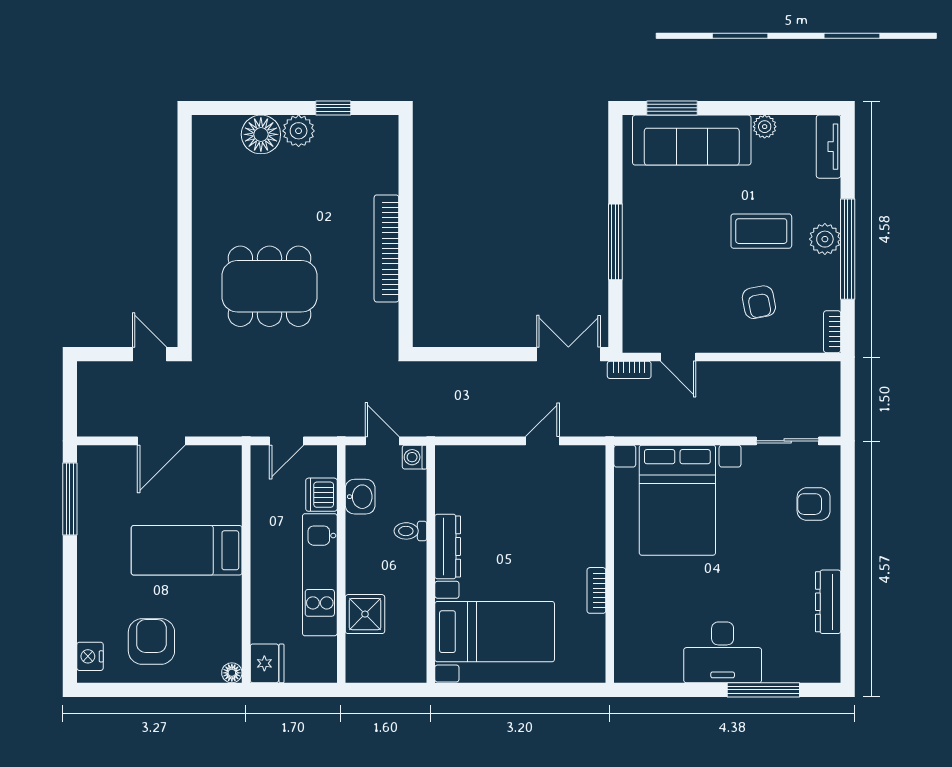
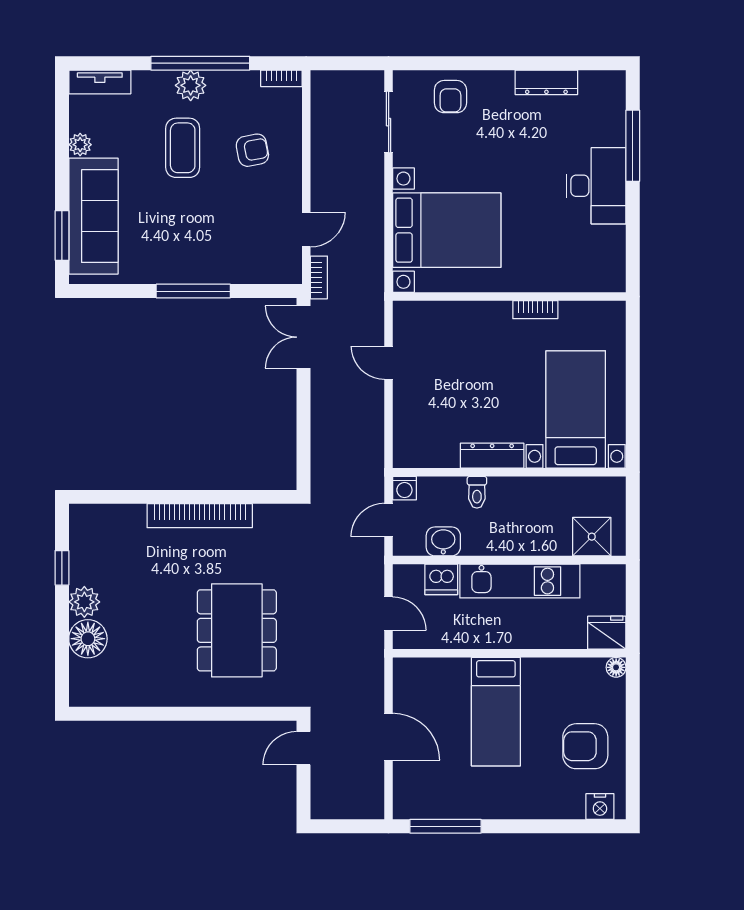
shower: (365, 614) -> (592, 537), moved

